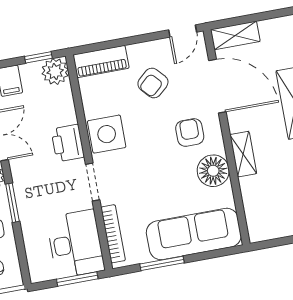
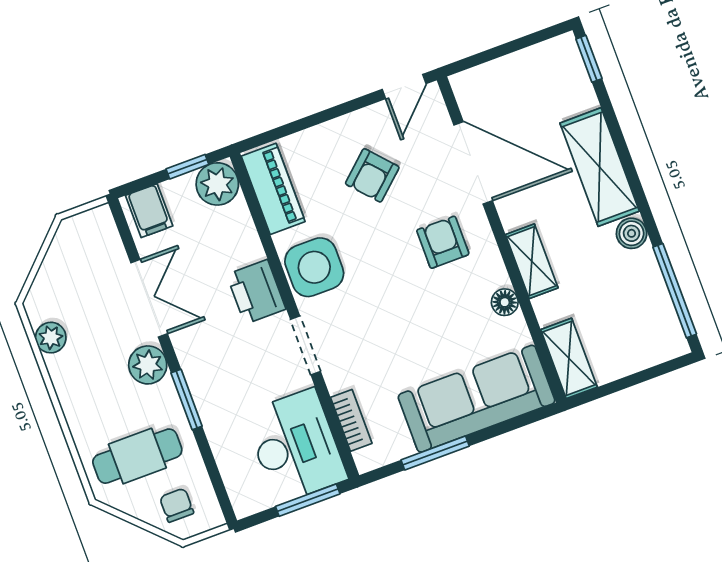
shelving: (235, 35) -> (569, 358), moved, turned 90
piano: (101, 61) -> (273, 189), moved, turned -90
floor lamp: (213, 171) -> (505, 302), width x0.53, depth x0.53
bookcase: (113, 234) -> (351, 420), width x0.64

